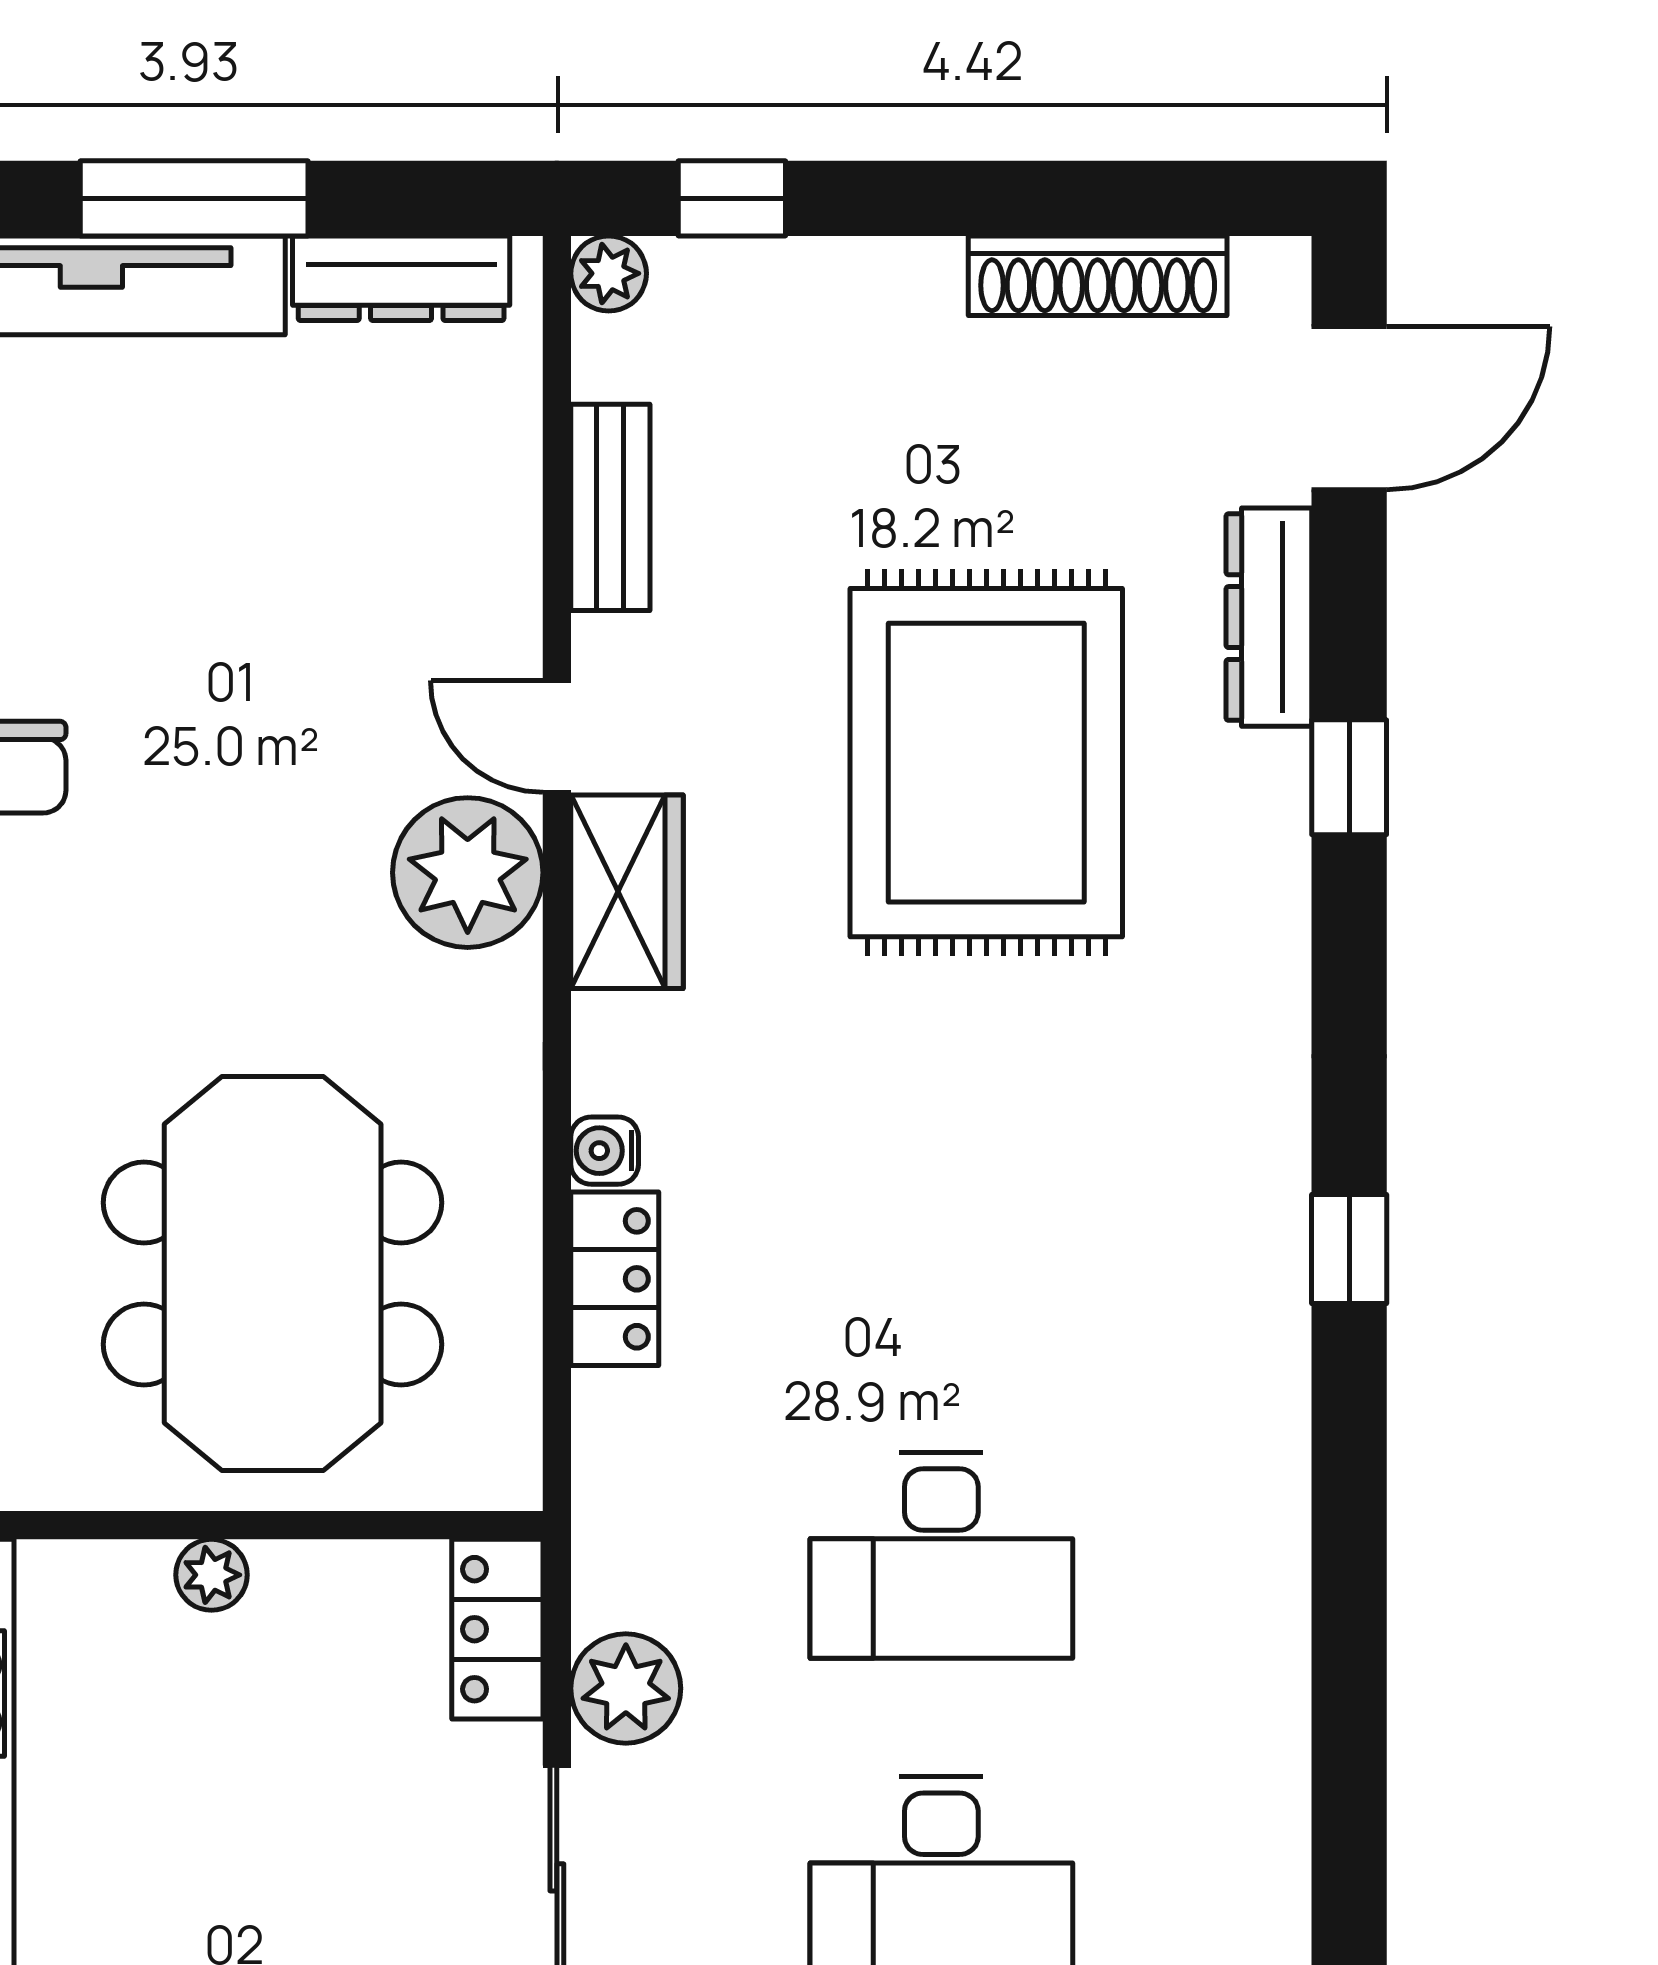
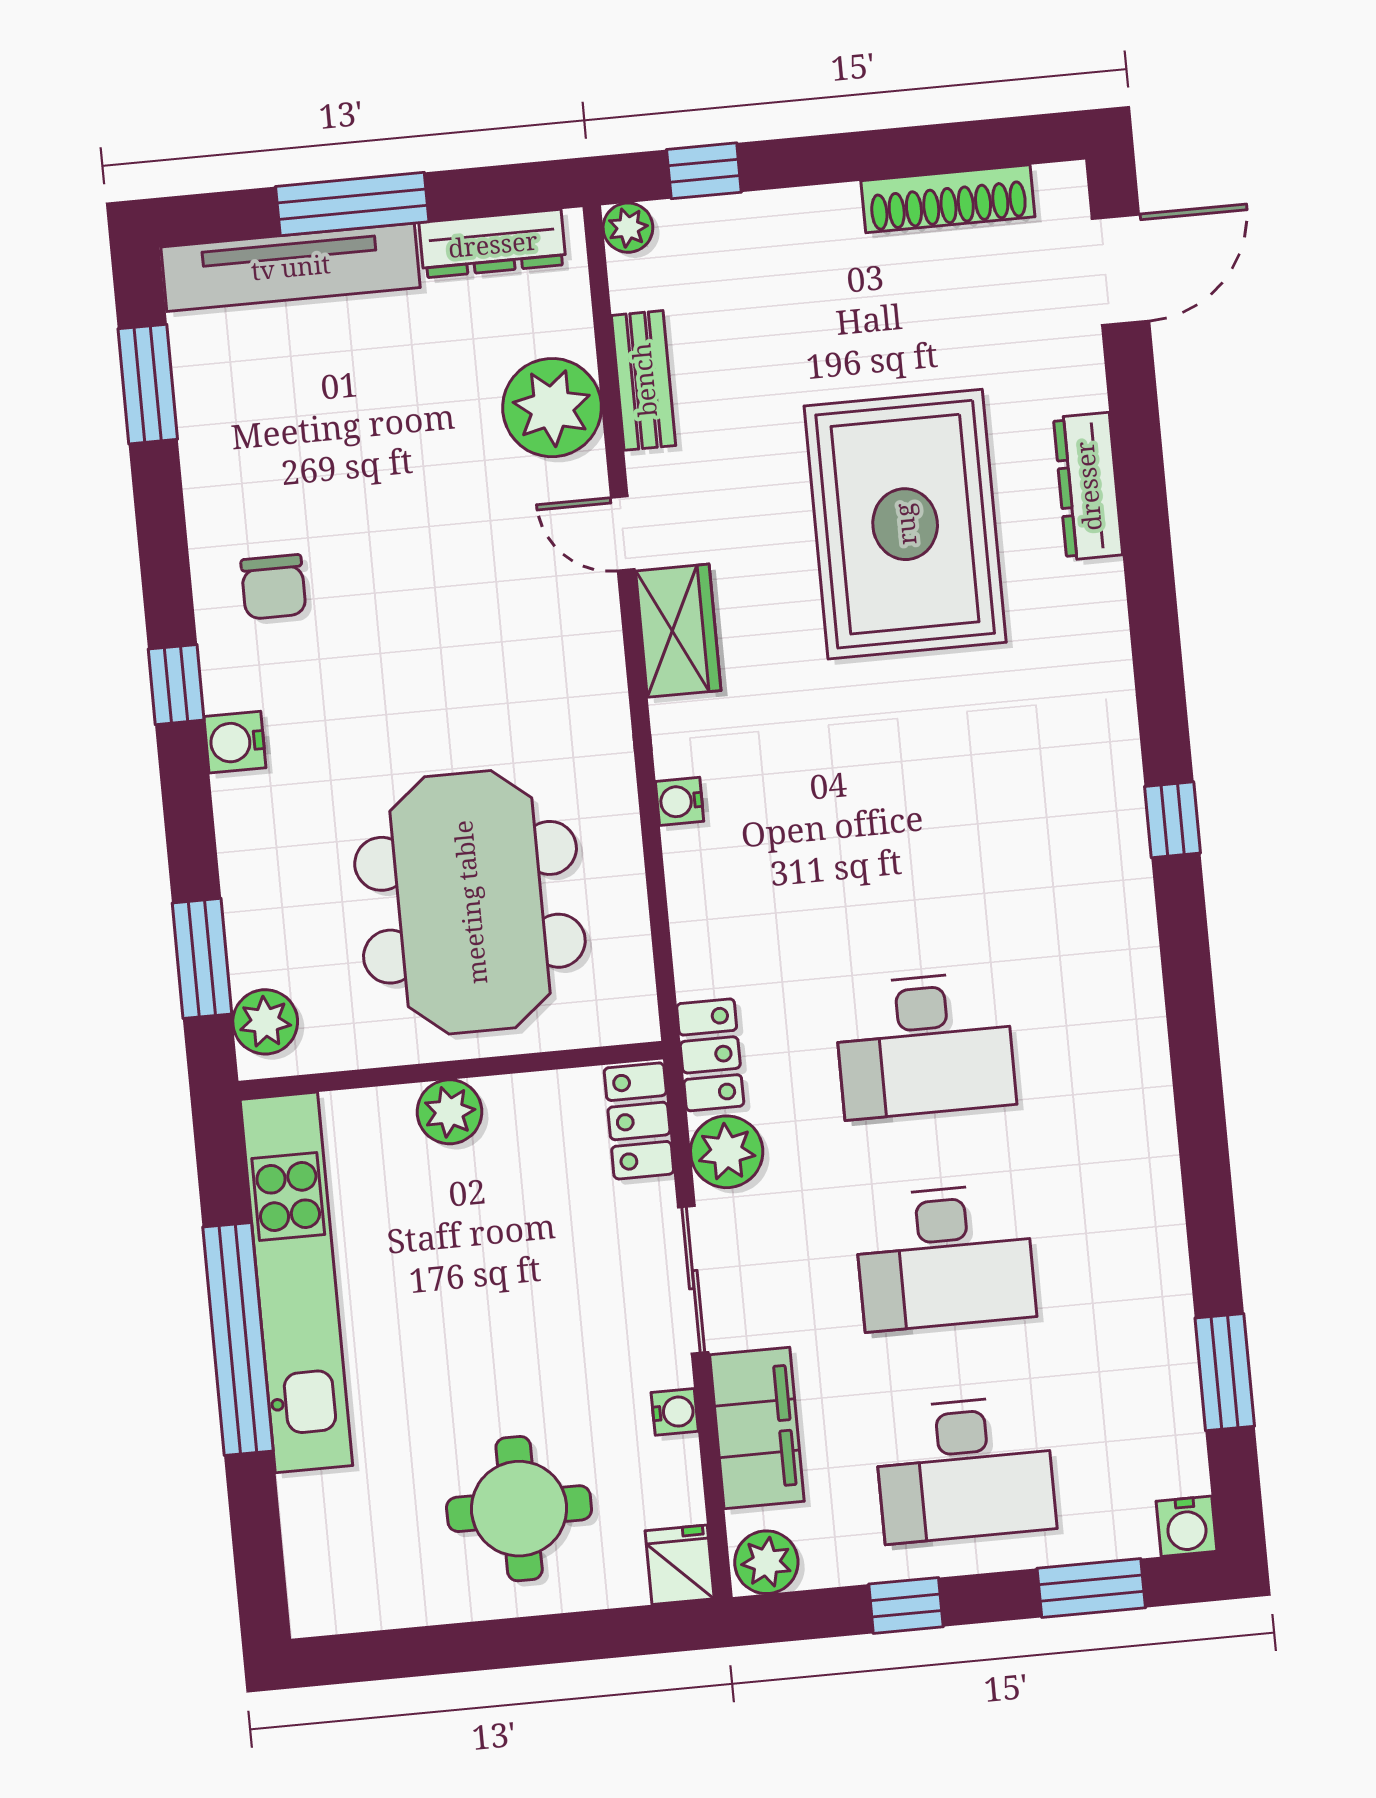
dresser: (1269, 617) -> (1088, 486), moved
window: (1349, 777) -> (1143, 511), removed
plant: (468, 873) -> (552, 408), moved
locker: (615, 1279) -> (710, 1055), moved
plant: (211, 1575) -> (450, 1112), width x1.38, depth x1.38

